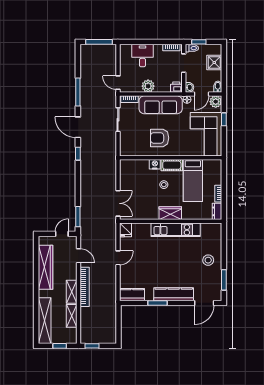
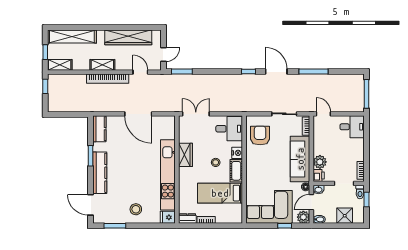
desk: (142, 56) -> (352, 127), moved
door: (118, 83) -> (323, 114), hinge flipped
plant: (148, 86) -> (320, 162), moved
door: (202, 94) -> (311, 202), hinge flipped
door: (78, 127) -> (276, 72), hinge flipped
armchair: (160, 138) -> (260, 135), moved
desk: (132, 172) -> (229, 129), added
double door: (118, 203) -> (196, 114), swing flipped
wardrobe: (170, 213) -> (185, 155), moved
fridge: (125, 230) -> (168, 217), moved
kitchen unit: (176, 230) -> (168, 175), width x1.36
door: (62, 234) -> (164, 55), hinge flipped
door: (78, 256) -> (140, 72), swing flipped
door: (118, 258) -> (138, 114), width x1.87
shelving: (72, 316) -> (60, 65), moved

